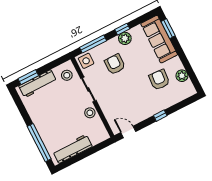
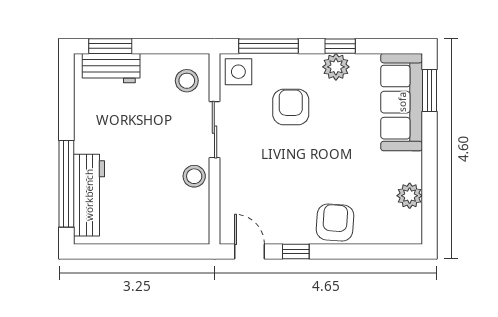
armchair: (159, 80) -> (335, 222), moved
workbench: (38, 84) -> (111, 68), width x0.73
window: (160, 116) -> (296, 252), moved
workbench: (73, 149) -> (89, 195), moved, turned 90

